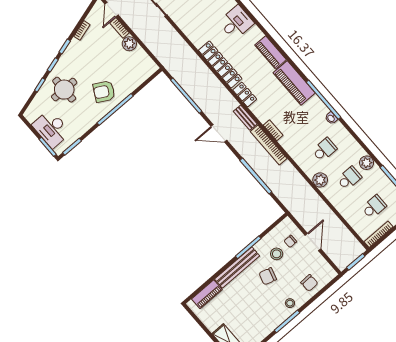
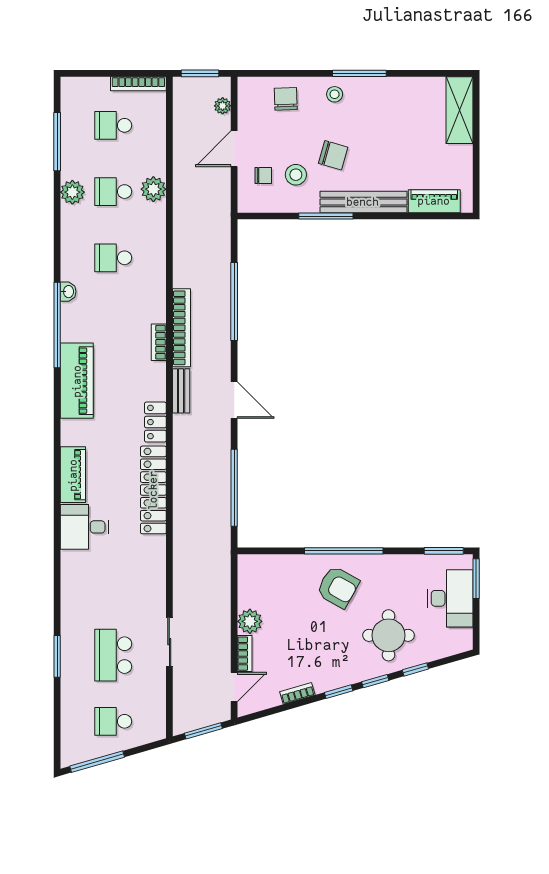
piano: (271, 52) -> (73, 475), moved
plant: (320, 180) -> (153, 189), moved
plant: (334, 256) -> (223, 106), added

